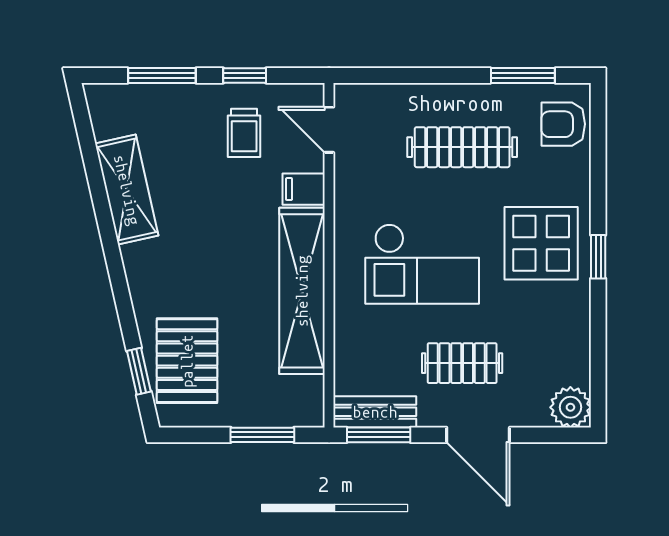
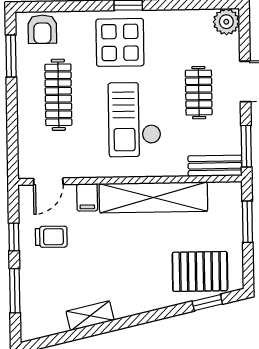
shelving: (127, 190) -> (90, 316), width x0.67, depth x0.75
checkout: (422, 264) -> (135, 120), turned 180
bench: (375, 412) -> (215, 166), moved, turned 90

